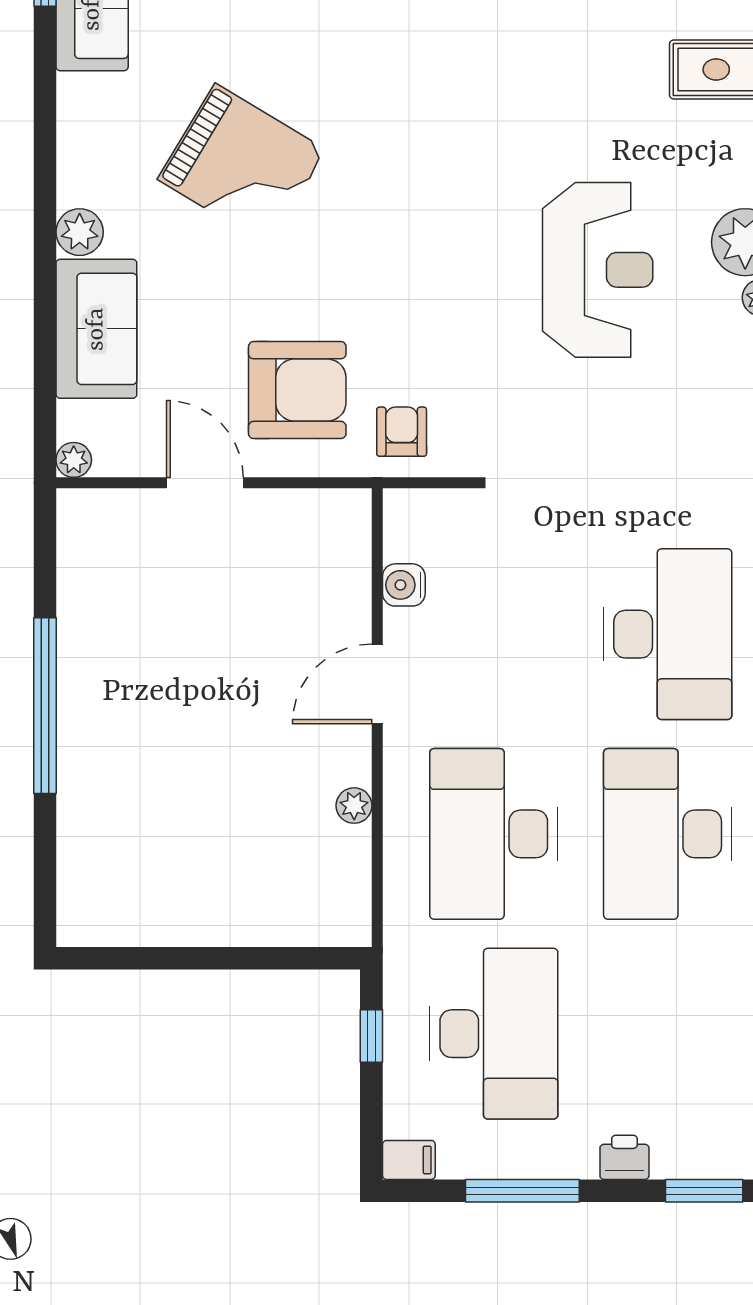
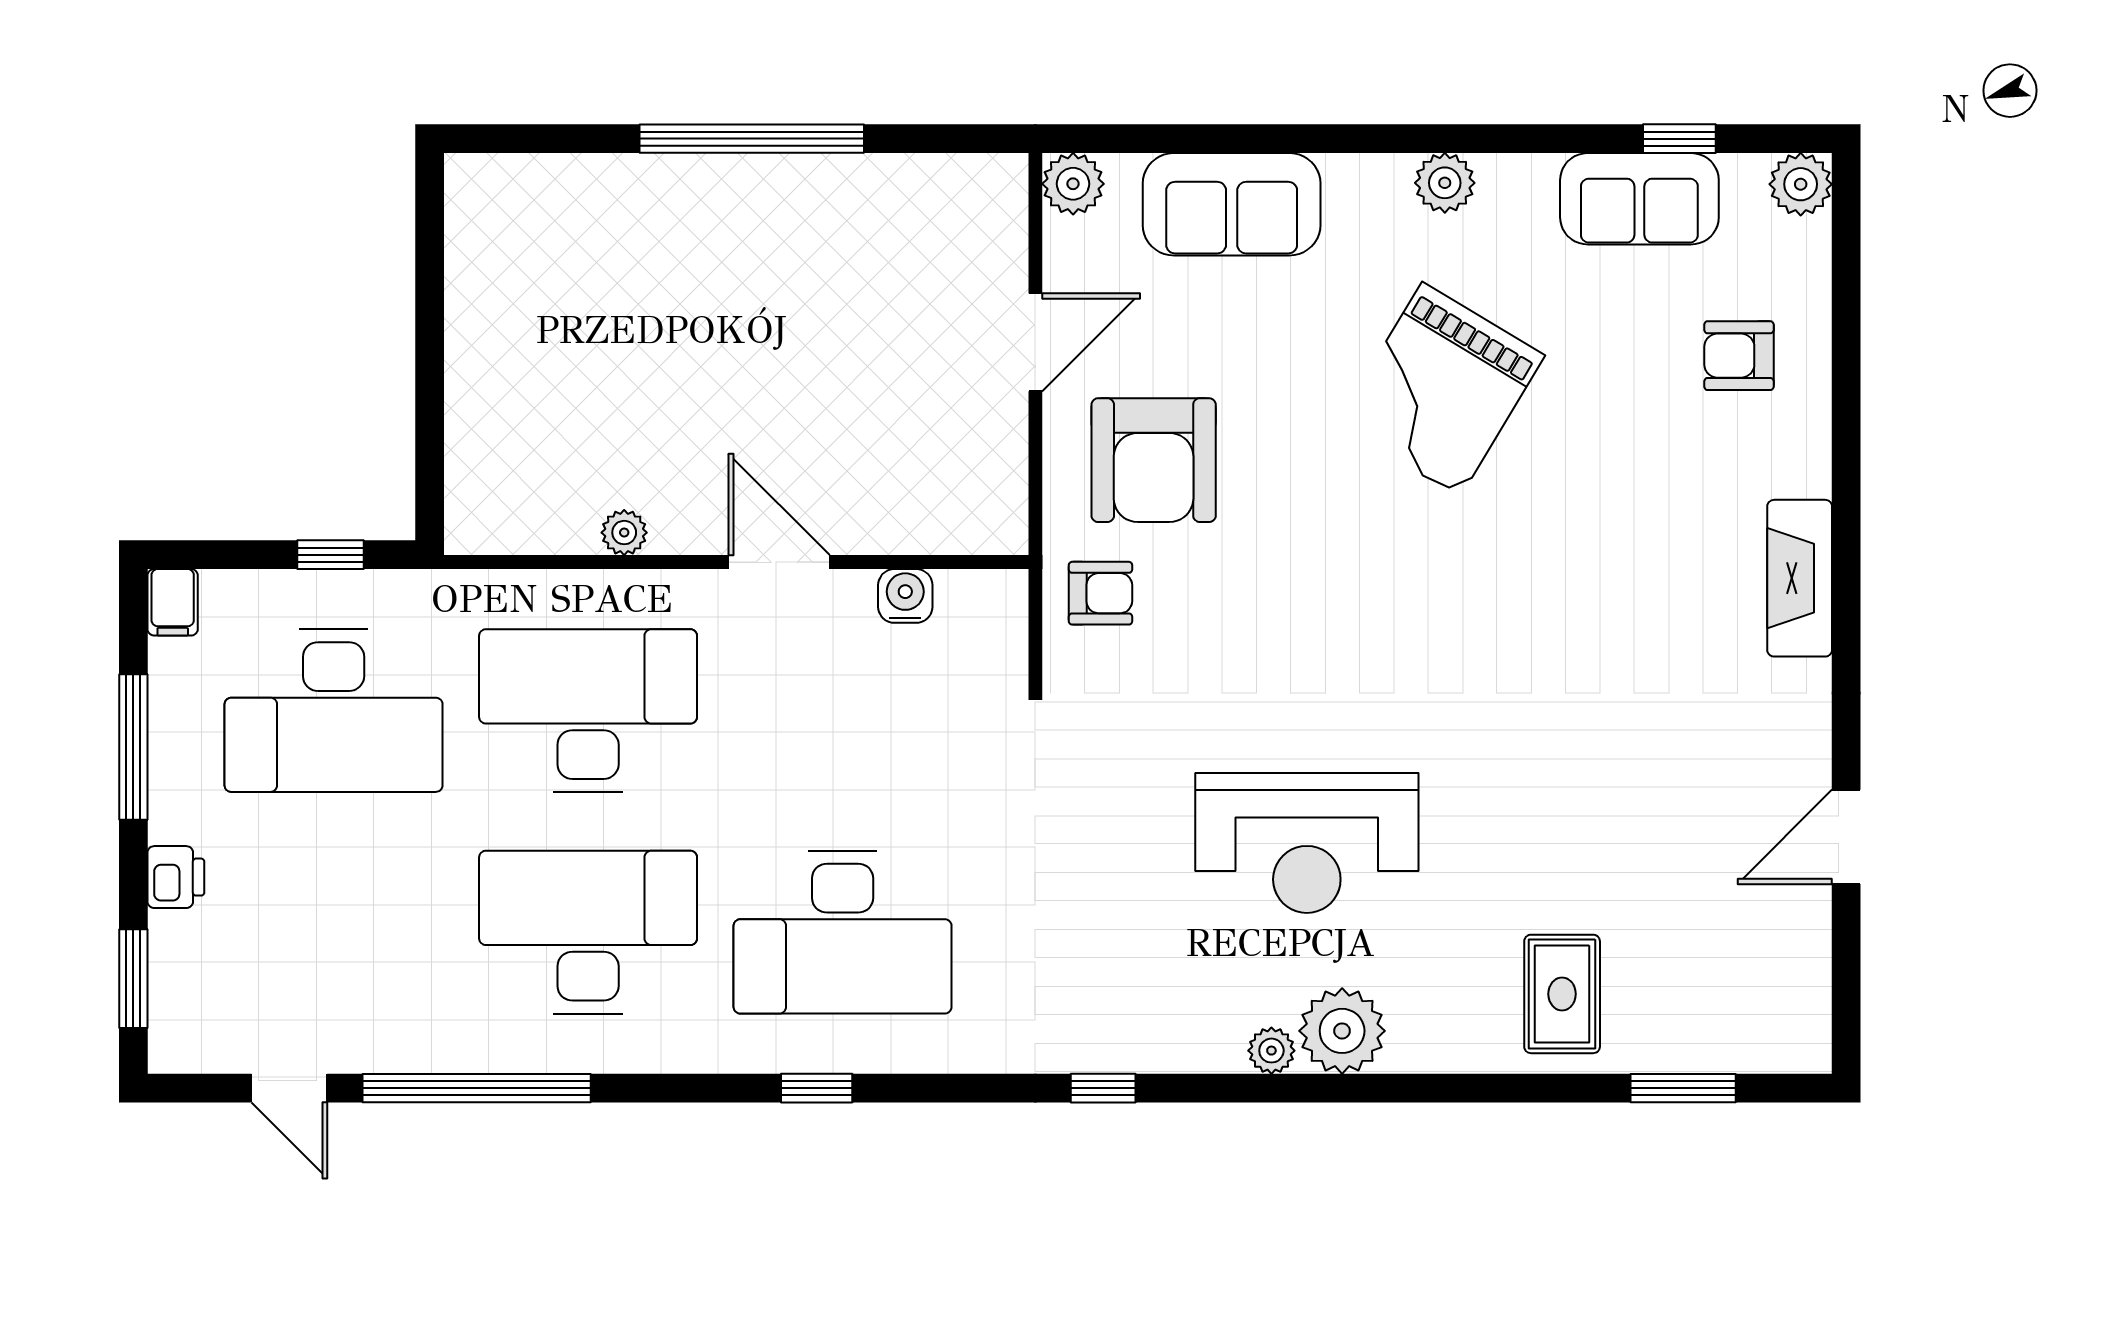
plant: (80, 232) -> (1445, 183), moved
plant: (74, 460) -> (1073, 184), width x1.38, depth x1.38

